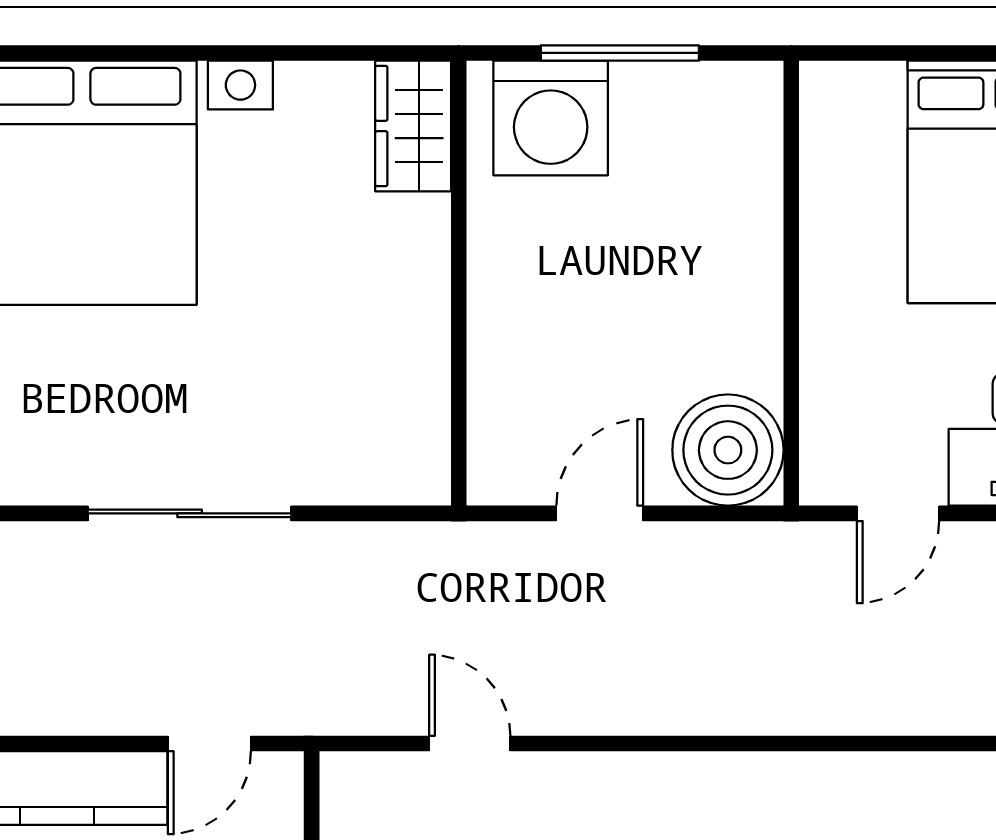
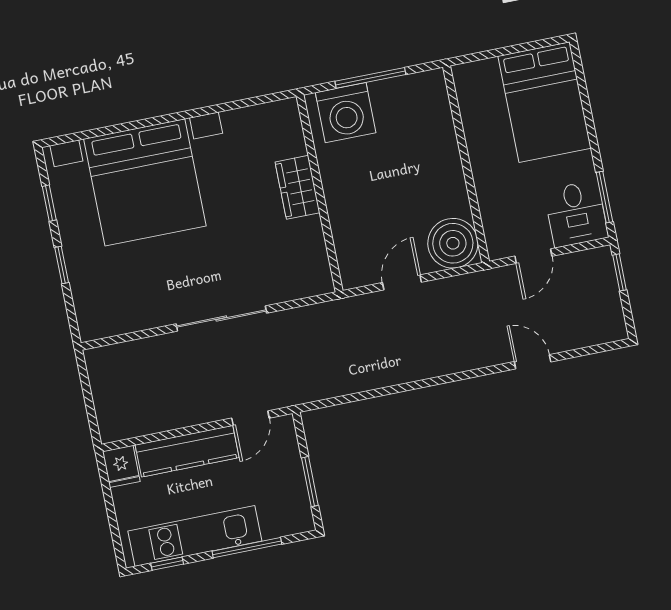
wardrobe: (413, 126) -> (298, 187), moved
door: (470, 744) -> (533, 362), moved

